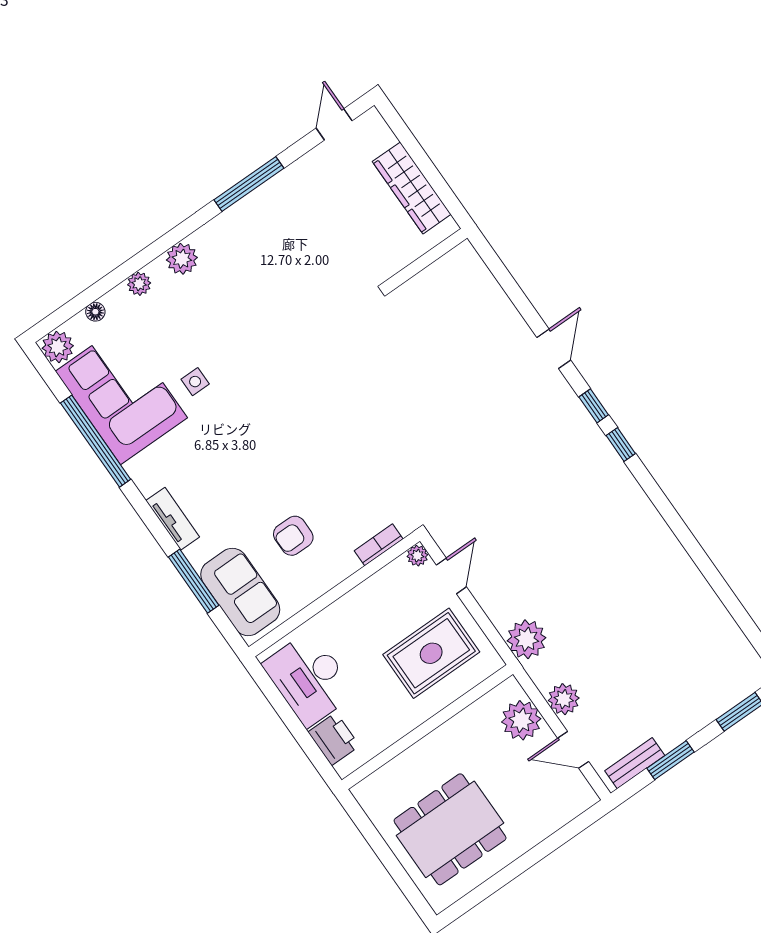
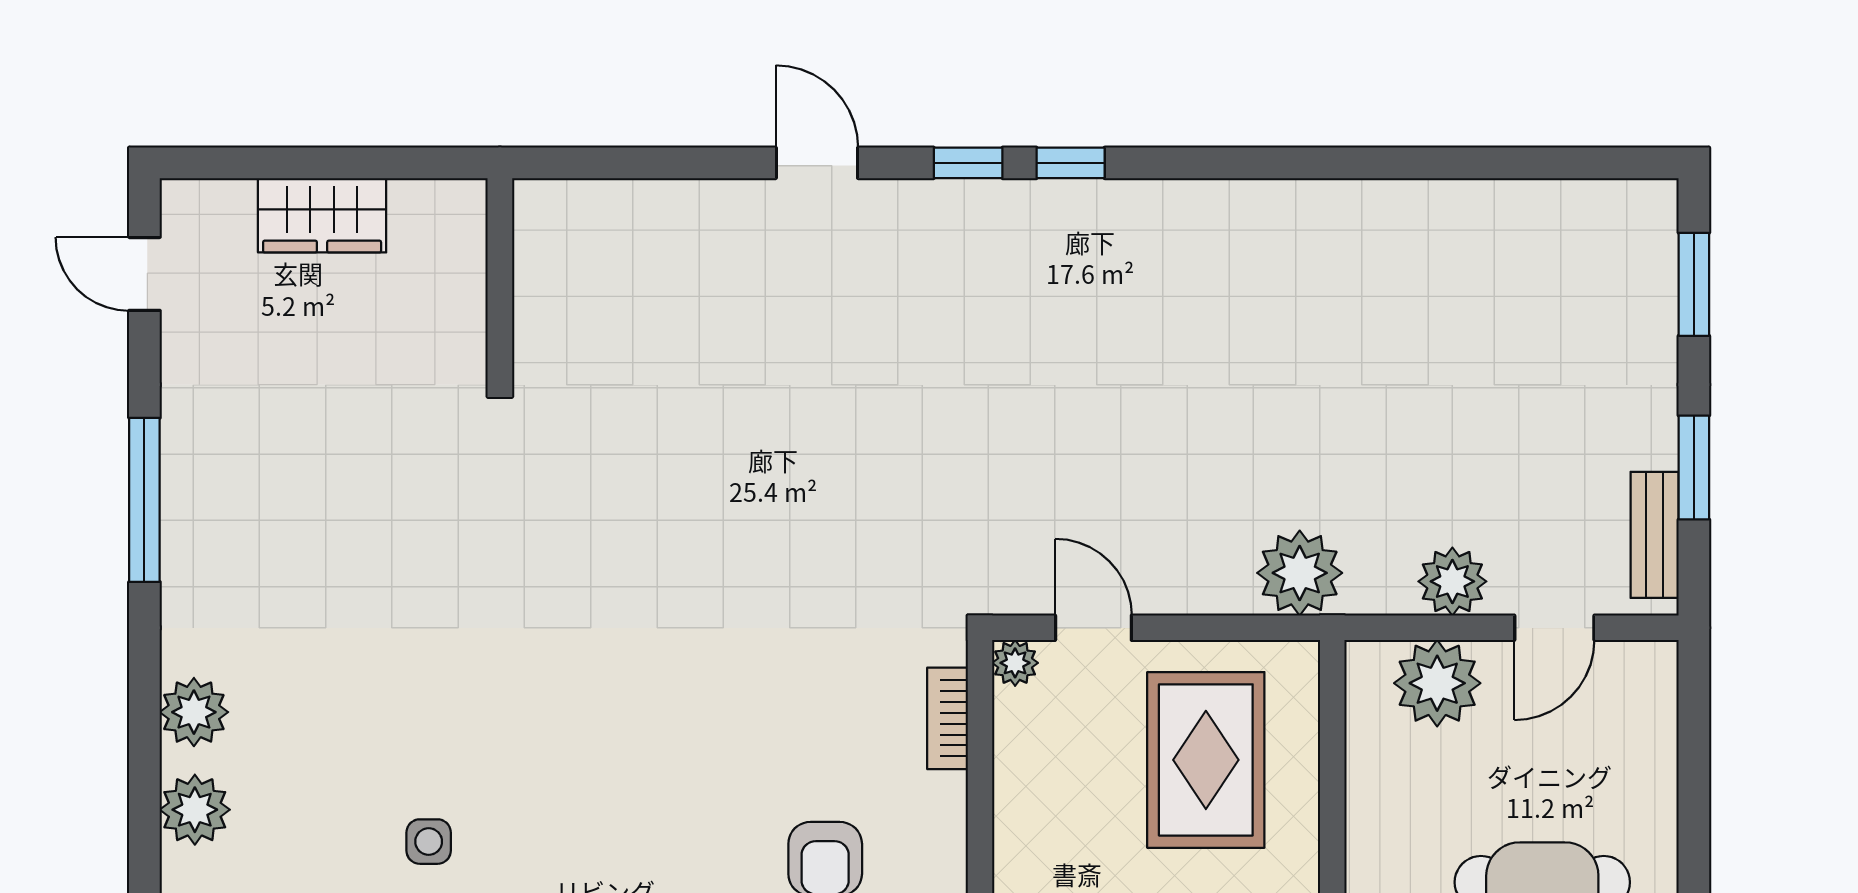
wardrobe: (412, 188) -> (322, 215), width x0.67
plant: (139, 284) -> (195, 810), width x1.38, depth x1.38

